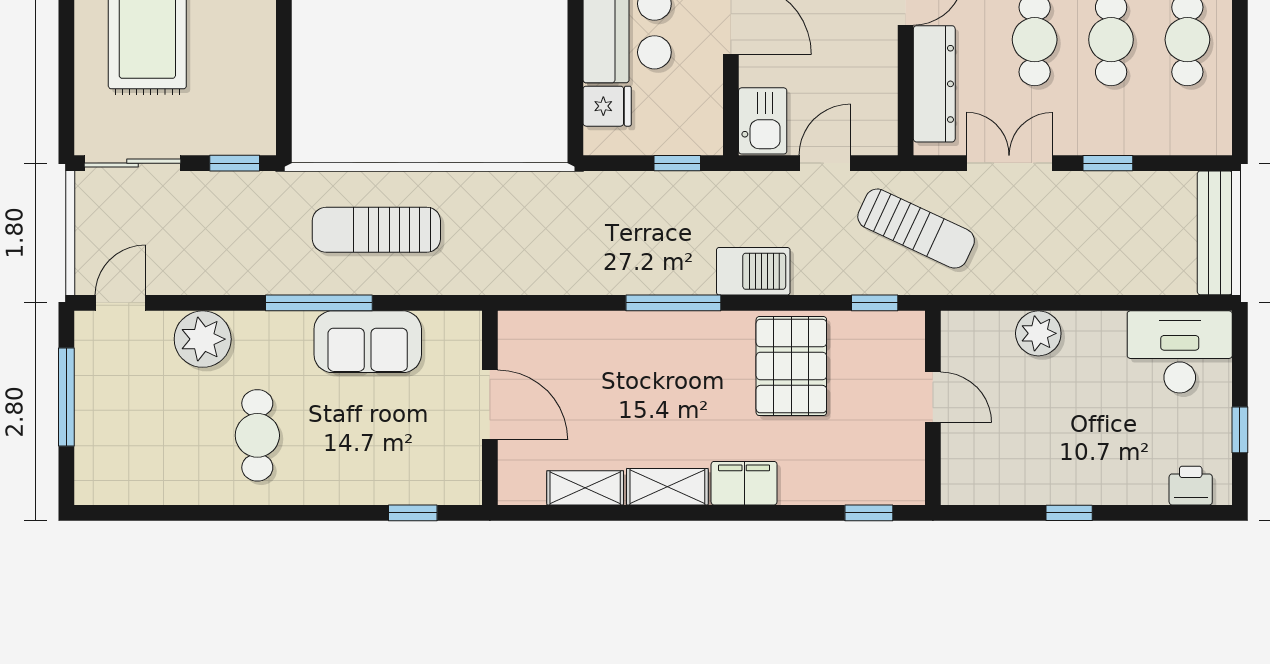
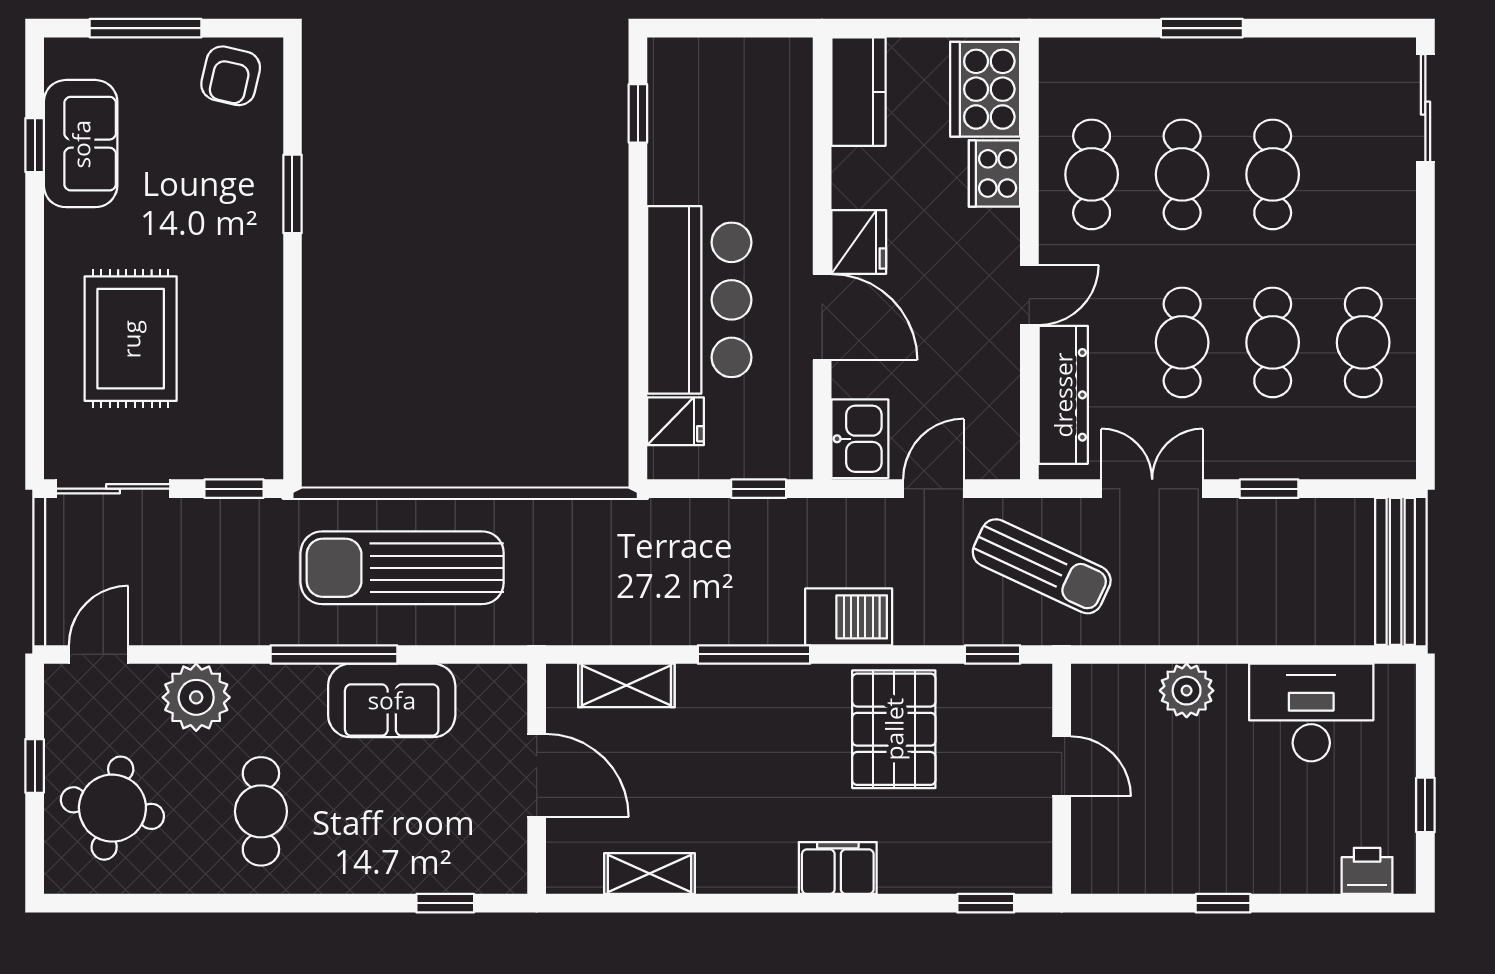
sun lounger: (376, 230) -> (402, 568), width x1.36, depth x1.34
desk: (1180, 352) -> (1311, 713), moved
window: (66, 397) -> (35, 766), width x0.46
round table: (132, 433) -> (112, 808), added
shelving: (667, 487) -> (626, 685), moved

